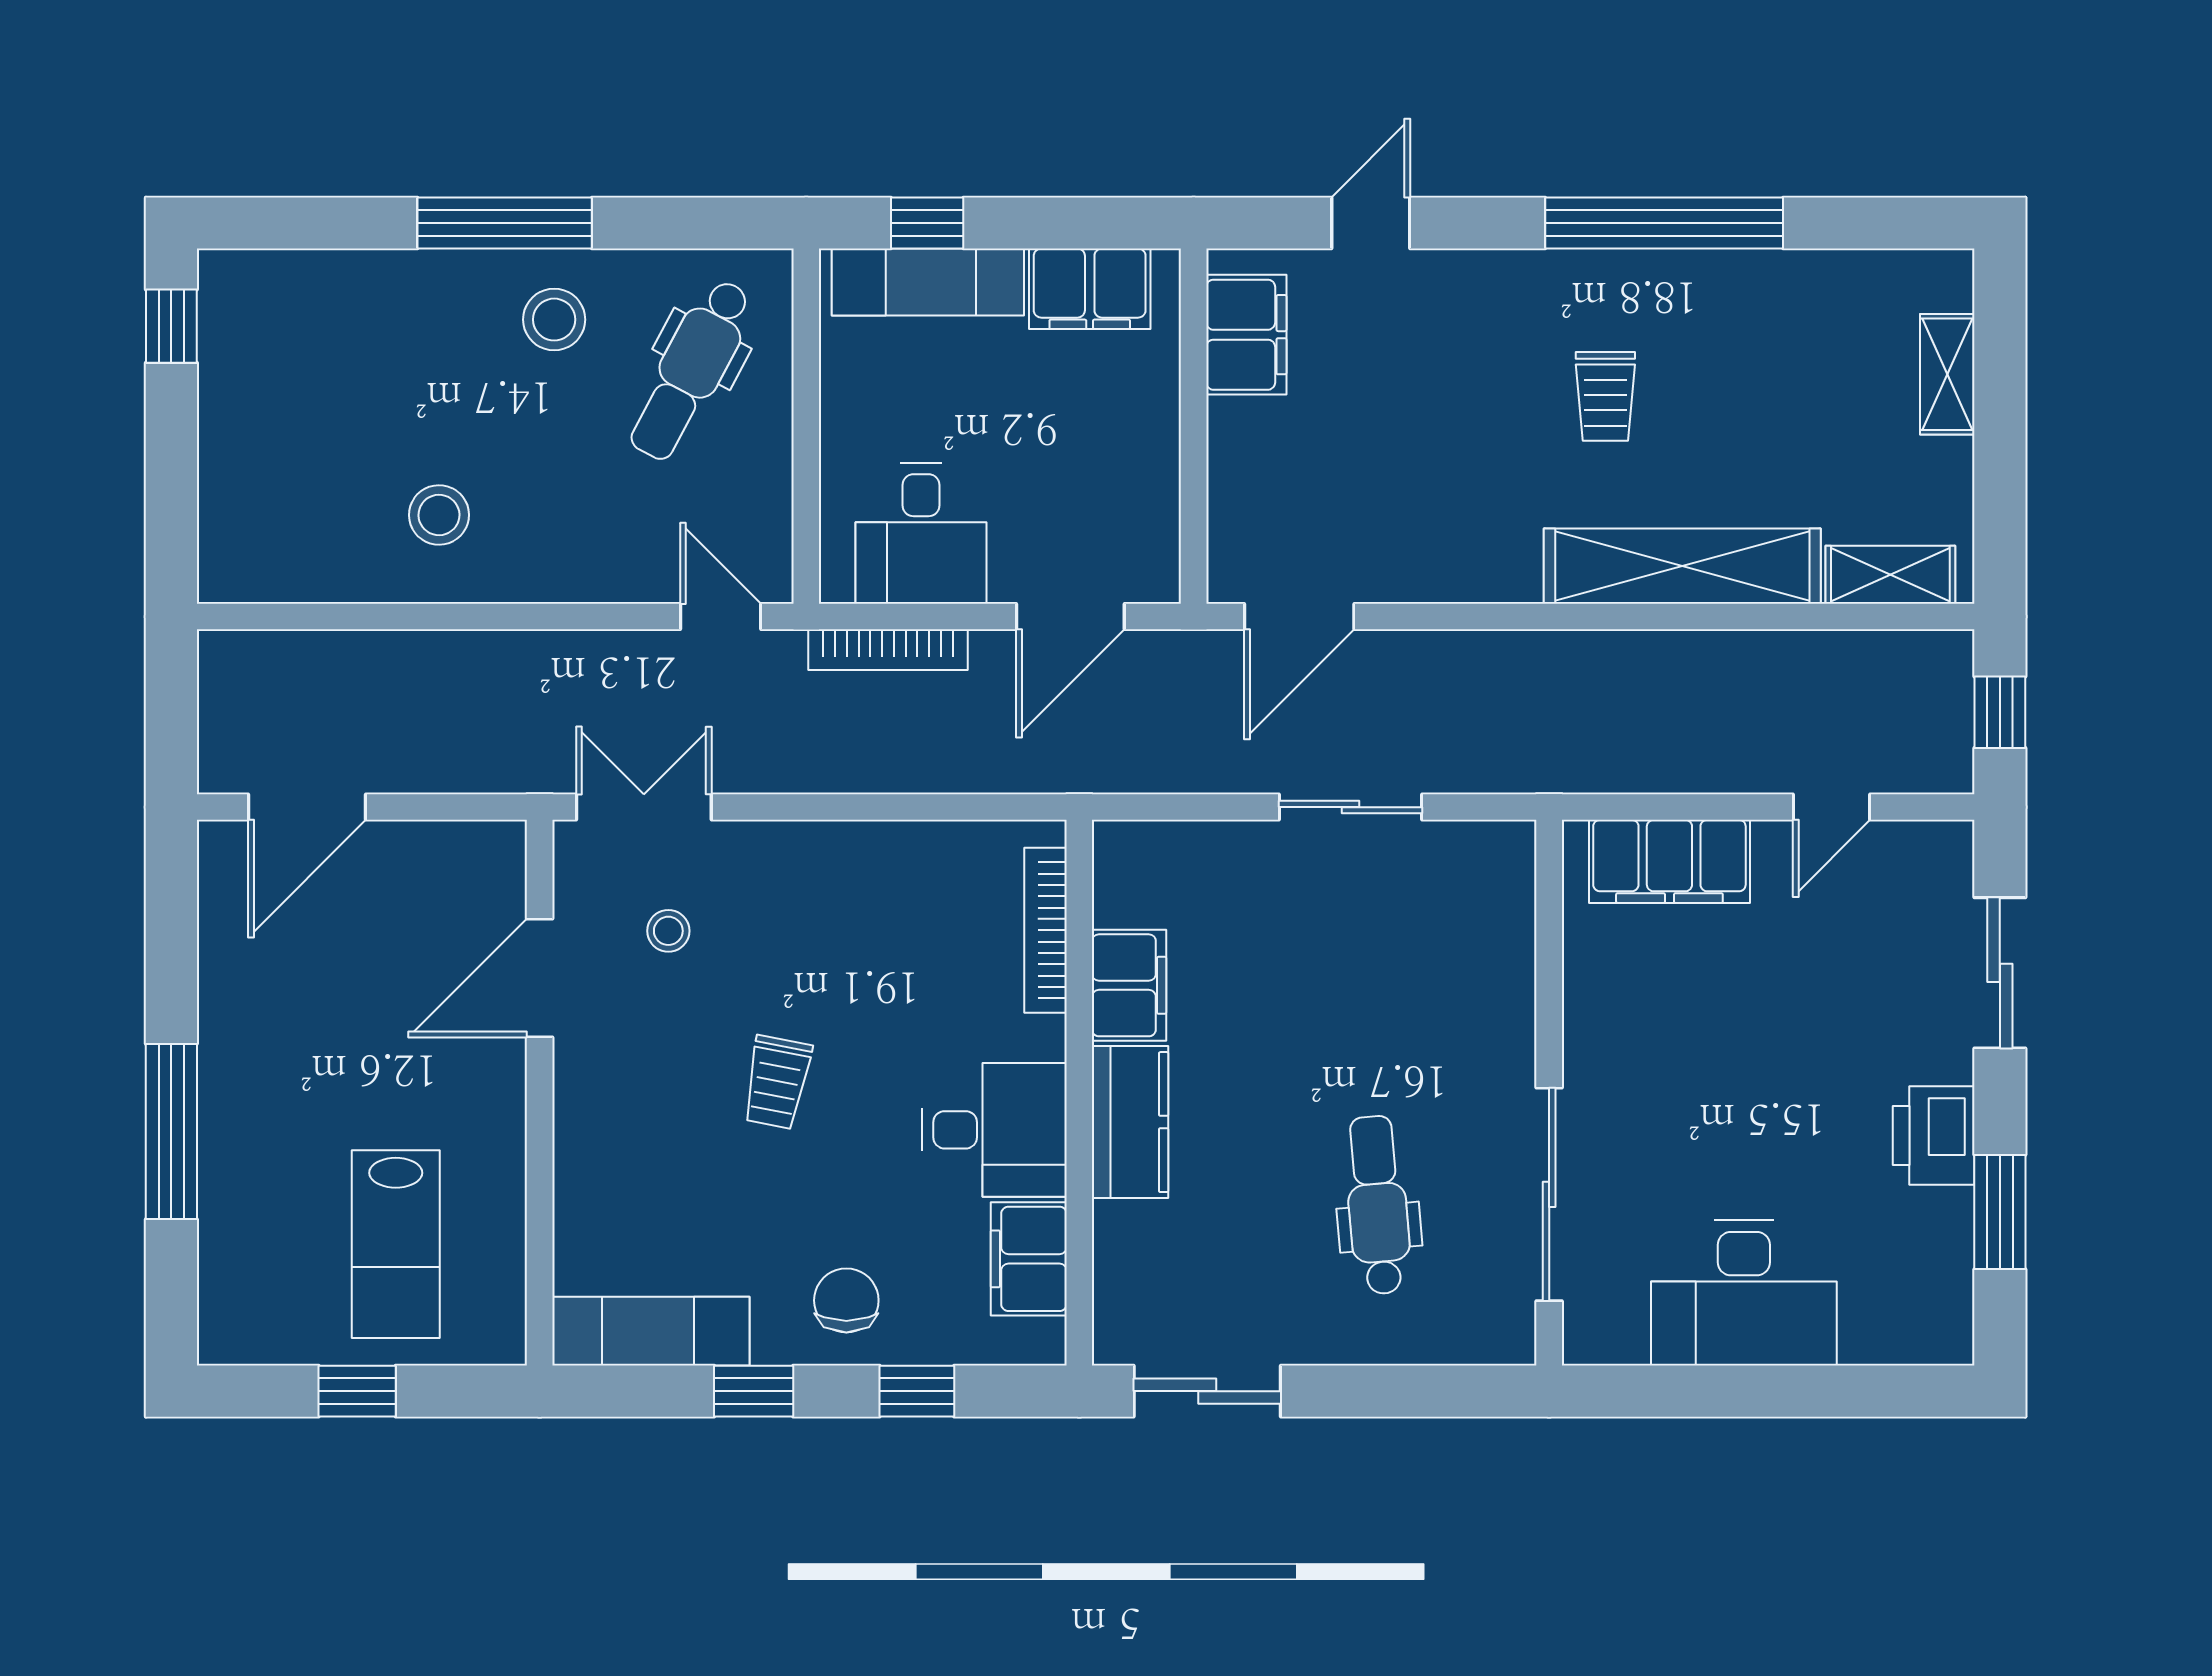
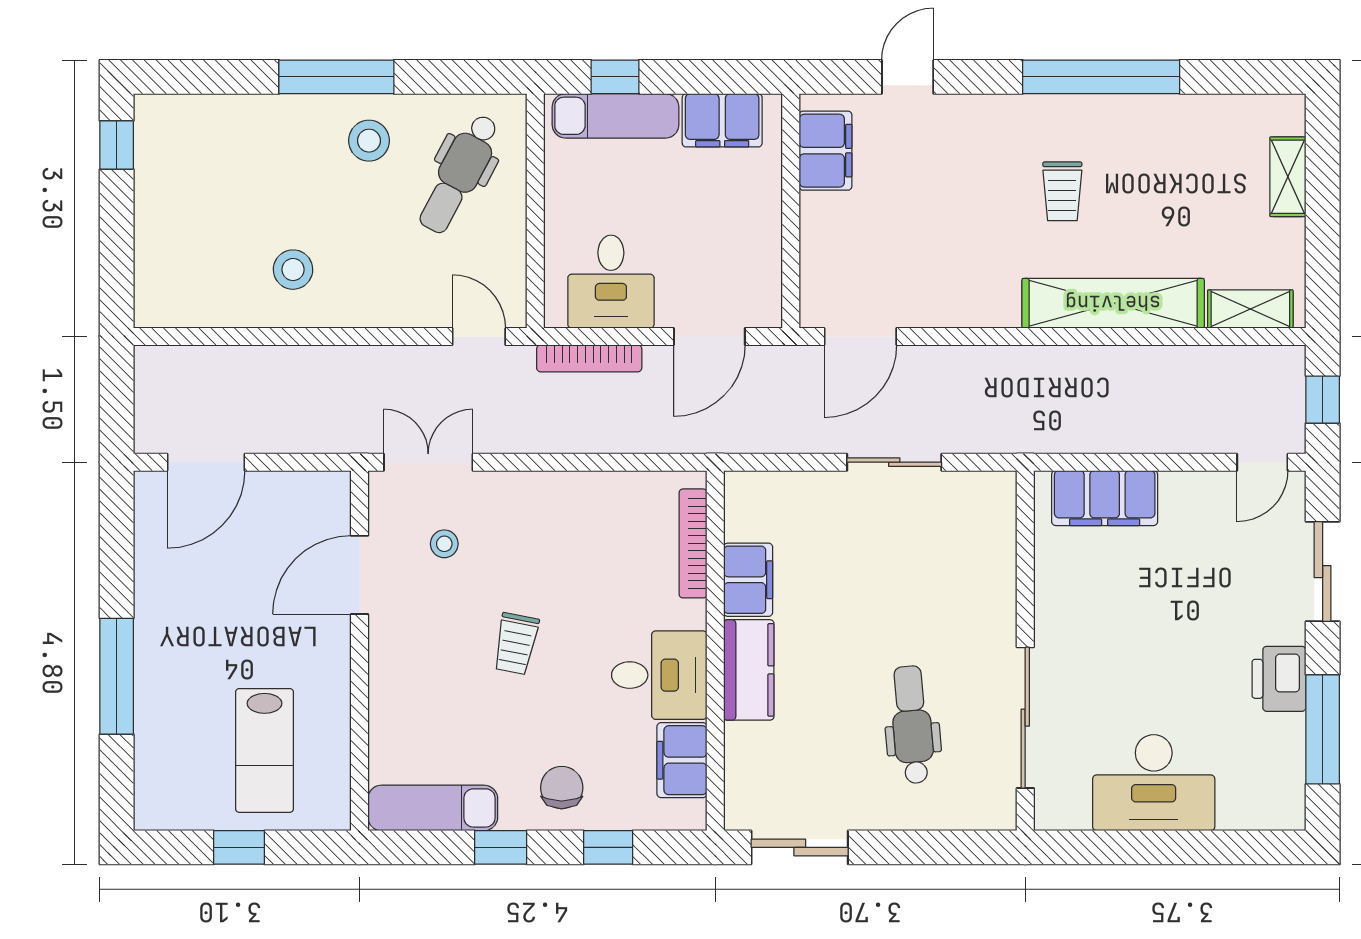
door: (1831, 807) -> (1262, 462), moved
window: (2000, 1212) -> (1323, 729), width x1.44

